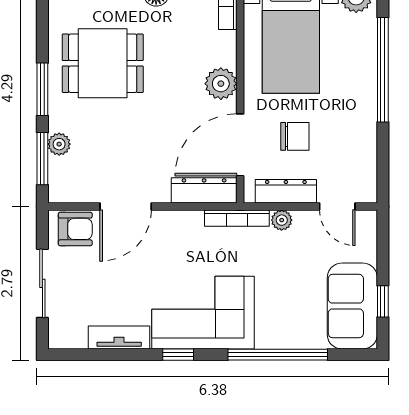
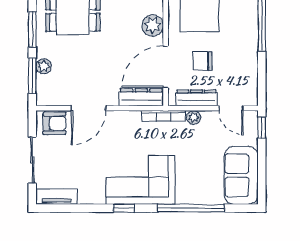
chair: (295, 136) -> (202, 61), turned 180
window: (383, 301) -> (262, 128), moved
tv unit: (119, 338) -> (57, 197), moved

